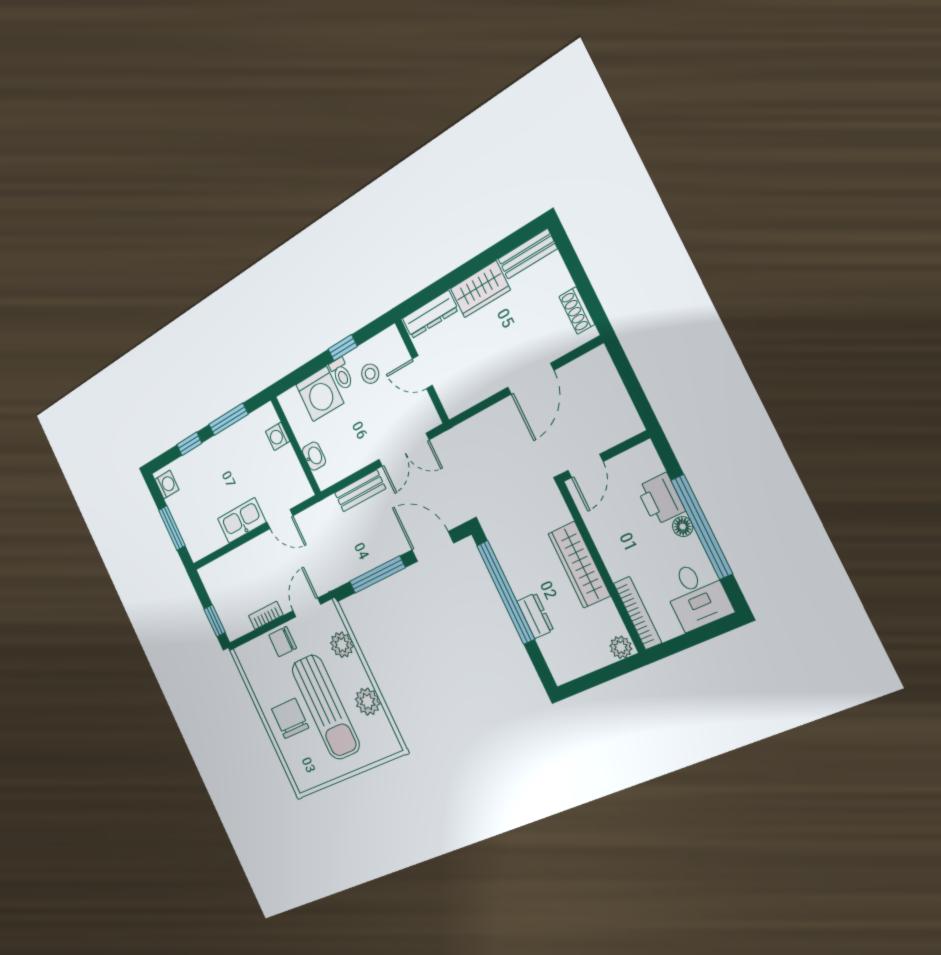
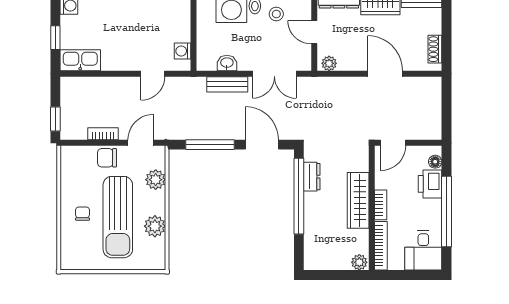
door: (531, 379) -> (385, 74), swing flipped
plant: (458, 402) -> (329, 63), added
washing machine: (278, 436) -> (182, 51), moved
washbasin: (314, 456) -> (227, 63), moved, turned -90
door: (280, 519) -> (153, 74), hinge flipped
kitchen sink: (242, 520) -> (80, 60), moved
floor lamp: (683, 527) -> (435, 162), moved
window: (172, 528) -> (55, 38), width x0.67
bookcase: (610, 558) -> (381, 205), added
dresser: (535, 616) -> (312, 177), moved
chair: (290, 718) -> (83, 214), width x0.54, depth x0.54

